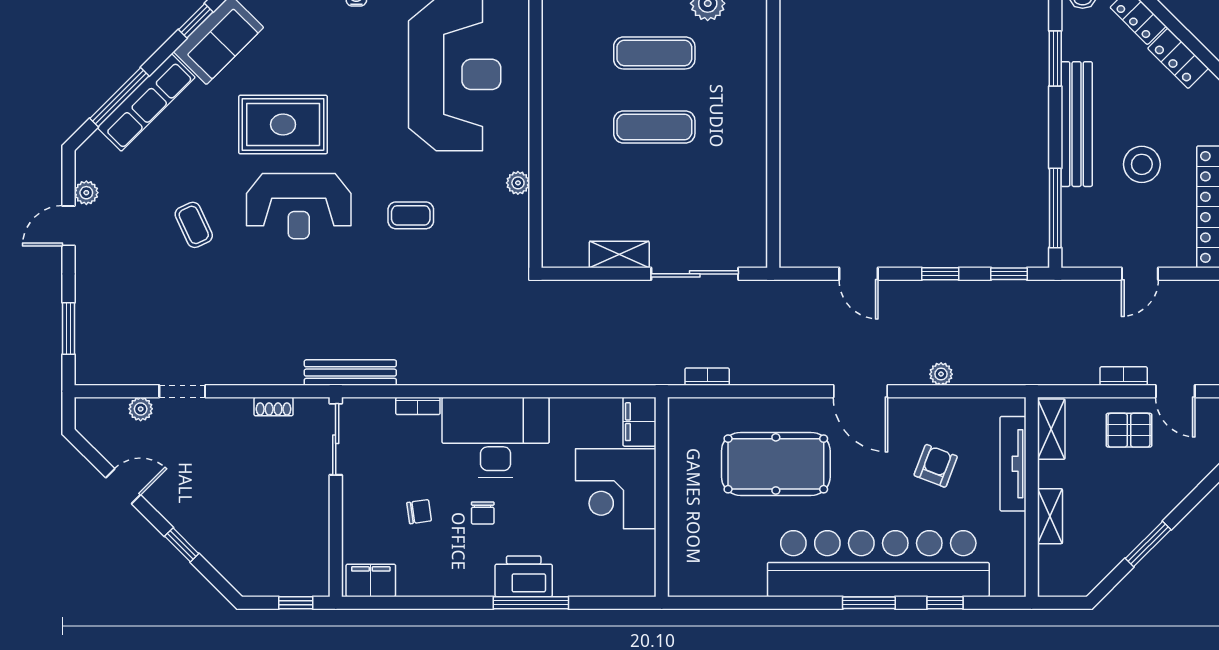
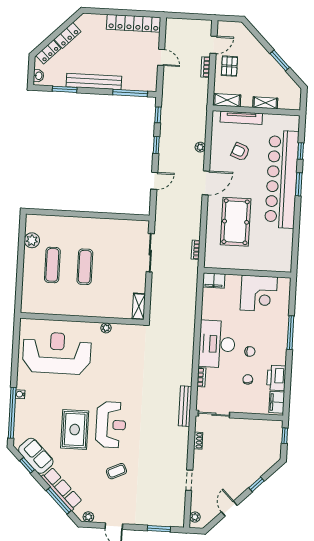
stool: (1142, 164) -> (113, 54), removed
plant: (86, 193) -> (88, 517), moved
coffee table: (411, 215) -> (118, 376), removed
shelving: (619, 255) -> (139, 306), moved
plant: (141, 409) -> (195, 517), moved
corner desk: (616, 489) -> (259, 294), moved
printer: (524, 576) -> (276, 378), moved

